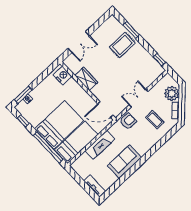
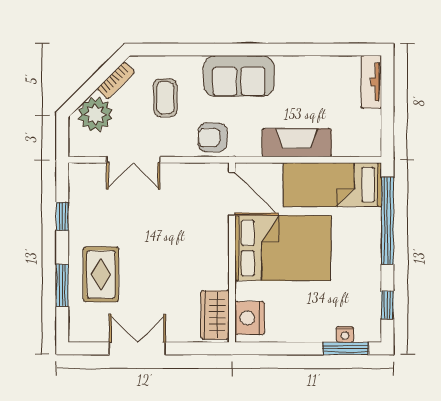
double door: (79, 42) -> (137, 348), moved
rug: (122, 45) -> (101, 274), turned 90
window: (159, 60) -> (62, 216), moved
wardrobe: (86, 79) -> (215, 315), moved
double door: (139, 98) -> (133, 160), moved
bed: (59, 125) -> (283, 248), moved, turned 180
sofa: (124, 162) -> (239, 76), moved

